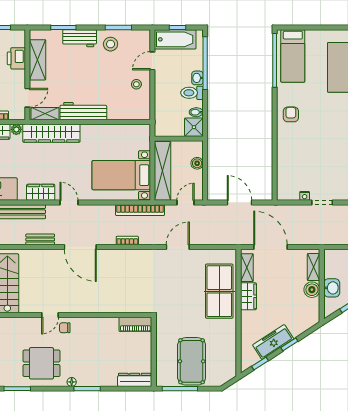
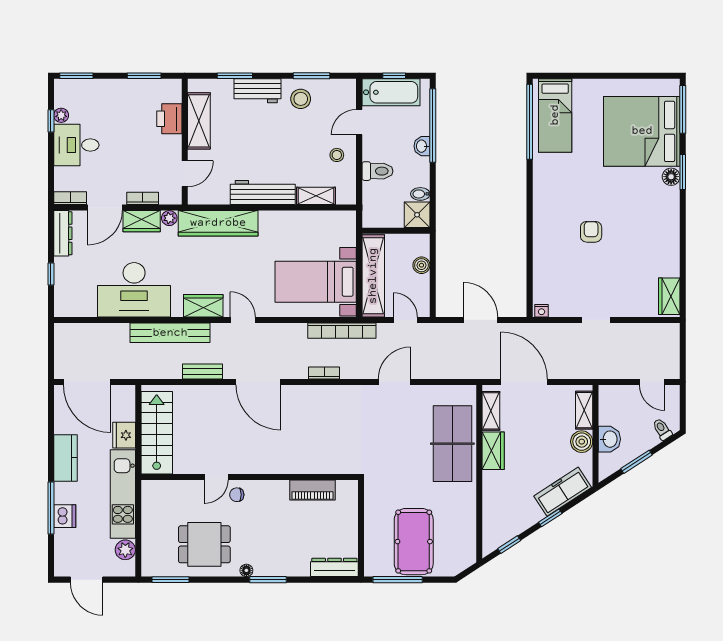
toilet: (192, 93) -> (377, 171), moved, turned 180
shelving: (45, 114) -> (316, 196), moved
armchair: (291, 114) -> (591, 232), moved
nightstand: (305, 196) -> (542, 311), moved
door: (186, 202) -> (405, 320), hinge flipped
piano: (135, 324) -> (312, 490), moved
freezer: (273, 342) -> (563, 492), moved

